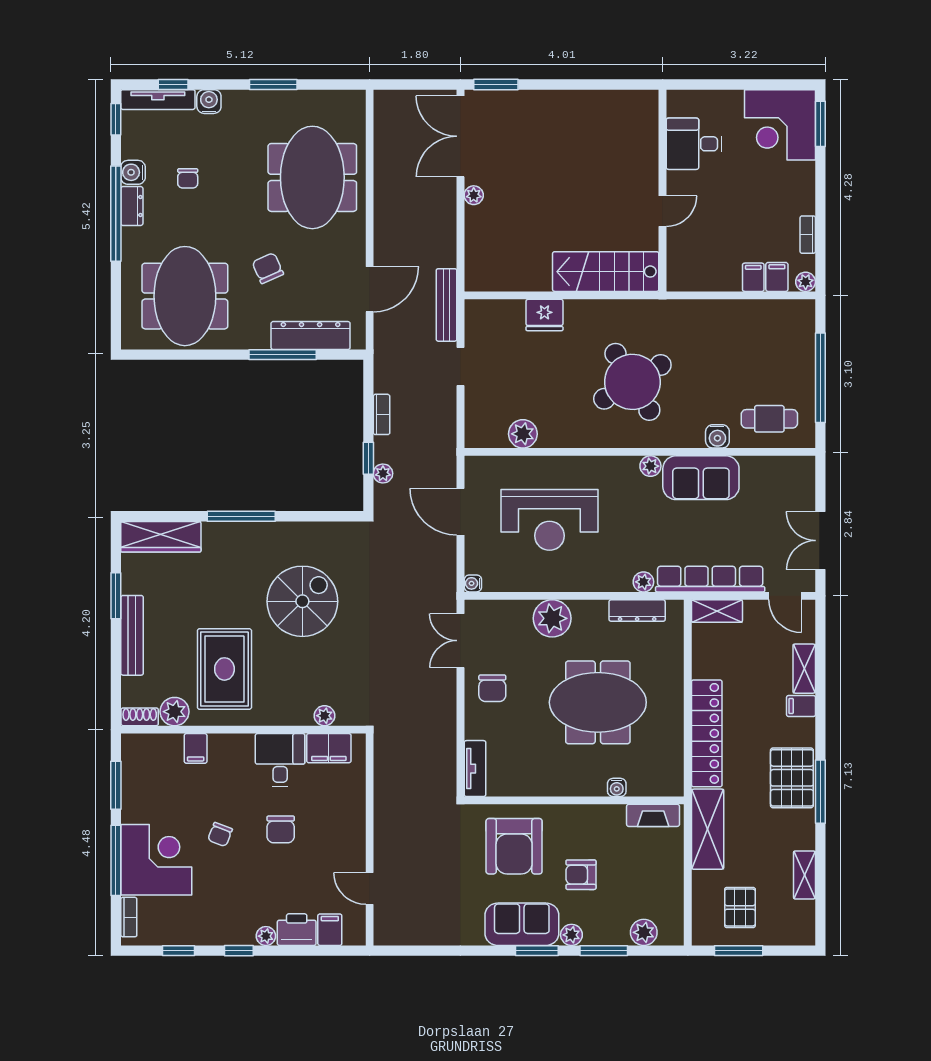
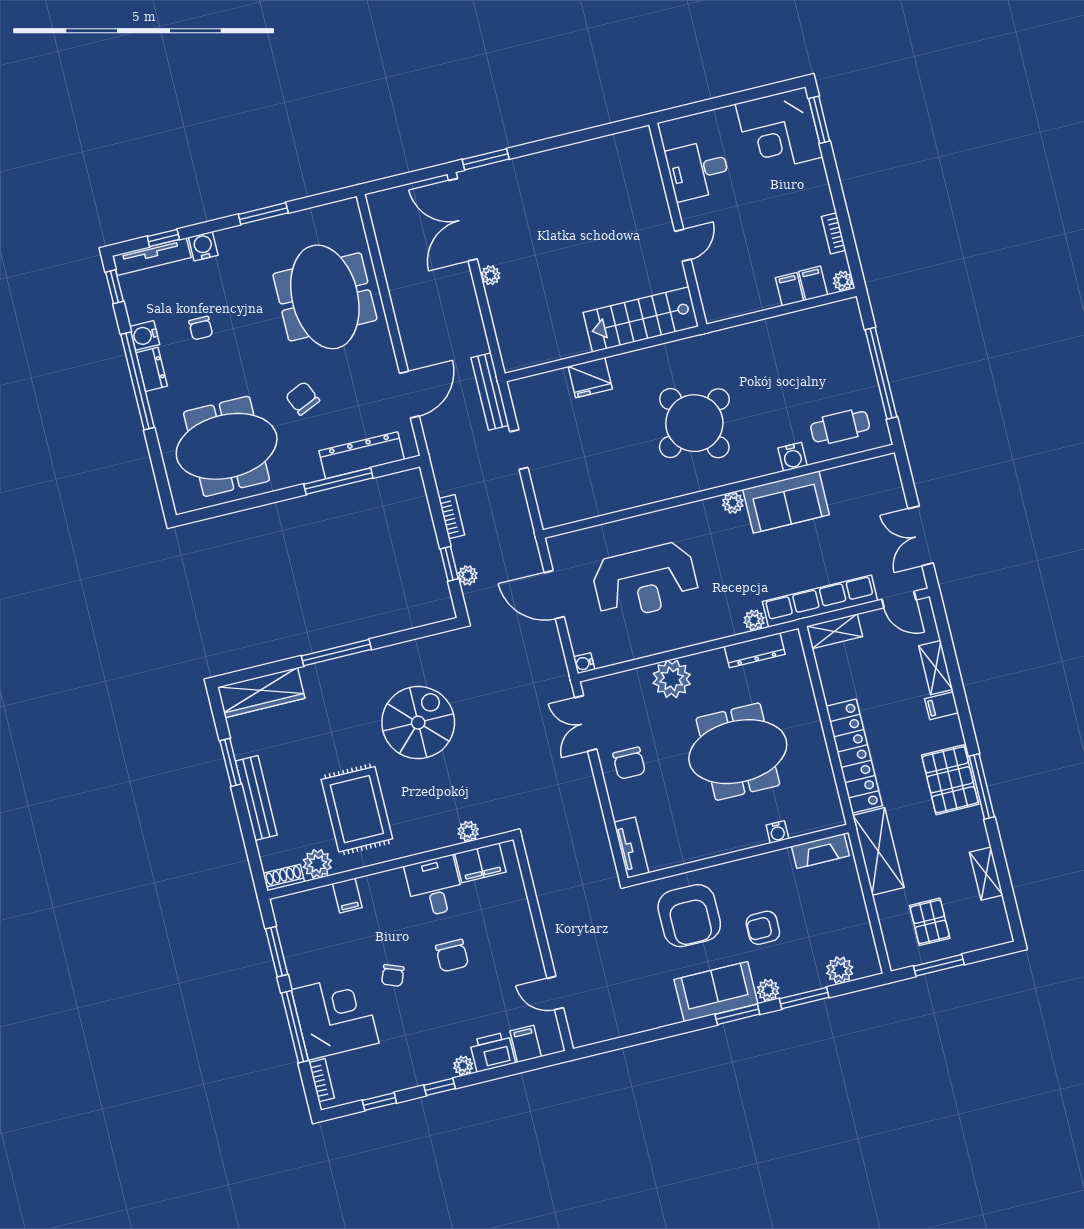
meeting table: (185, 296) -> (227, 446), turned 90
plant: (523, 434) -> (598, 502), removed

